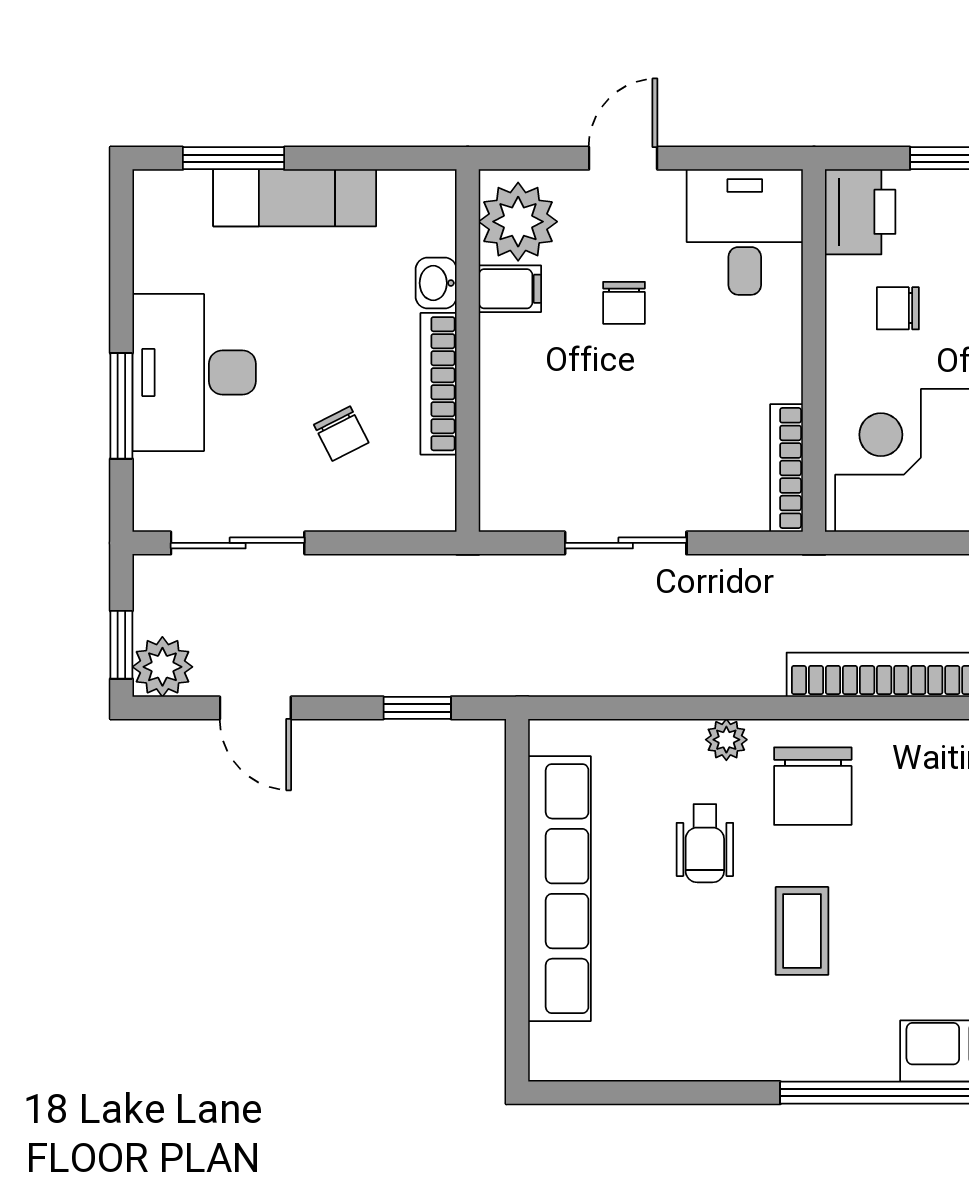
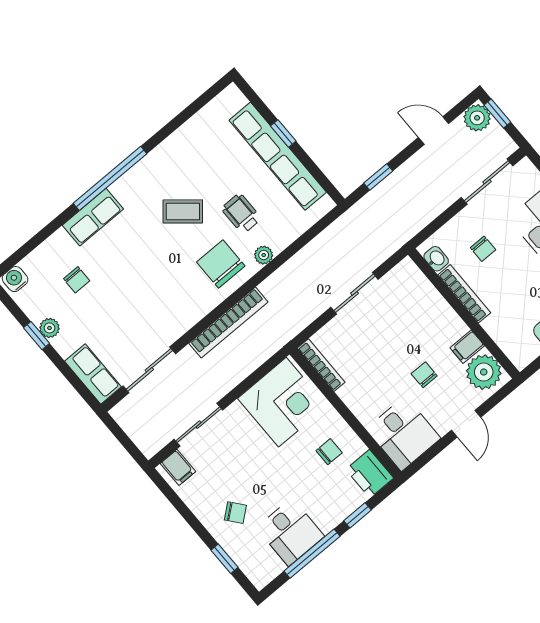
washbasin: (436, 283) -> (436, 259), moved
chair: (341, 434) -> (483, 249), turned -153
window: (517, 920) -> (283, 133), added
coffee table: (802, 931) -> (183, 211), turned -50

